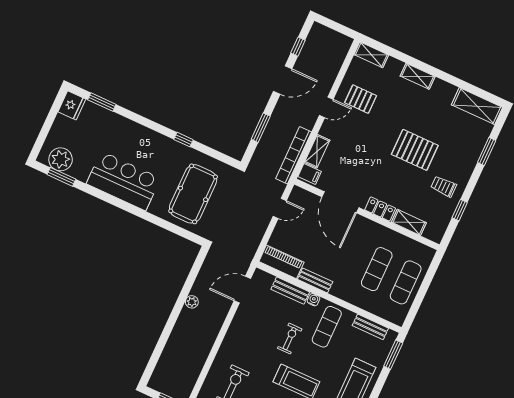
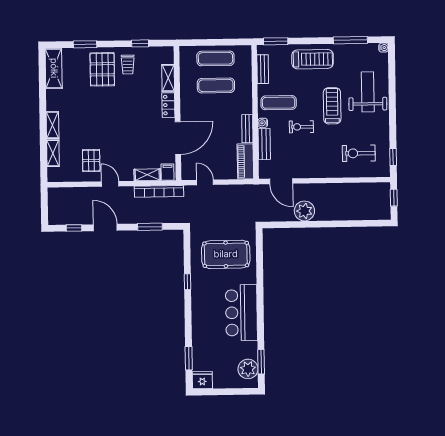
shelving: (371, 55) -> (53, 153), moved
pallet: (415, 150) -> (102, 69), moved
plant: (192, 302) -> (304, 211), width x1.88, depth x1.88

